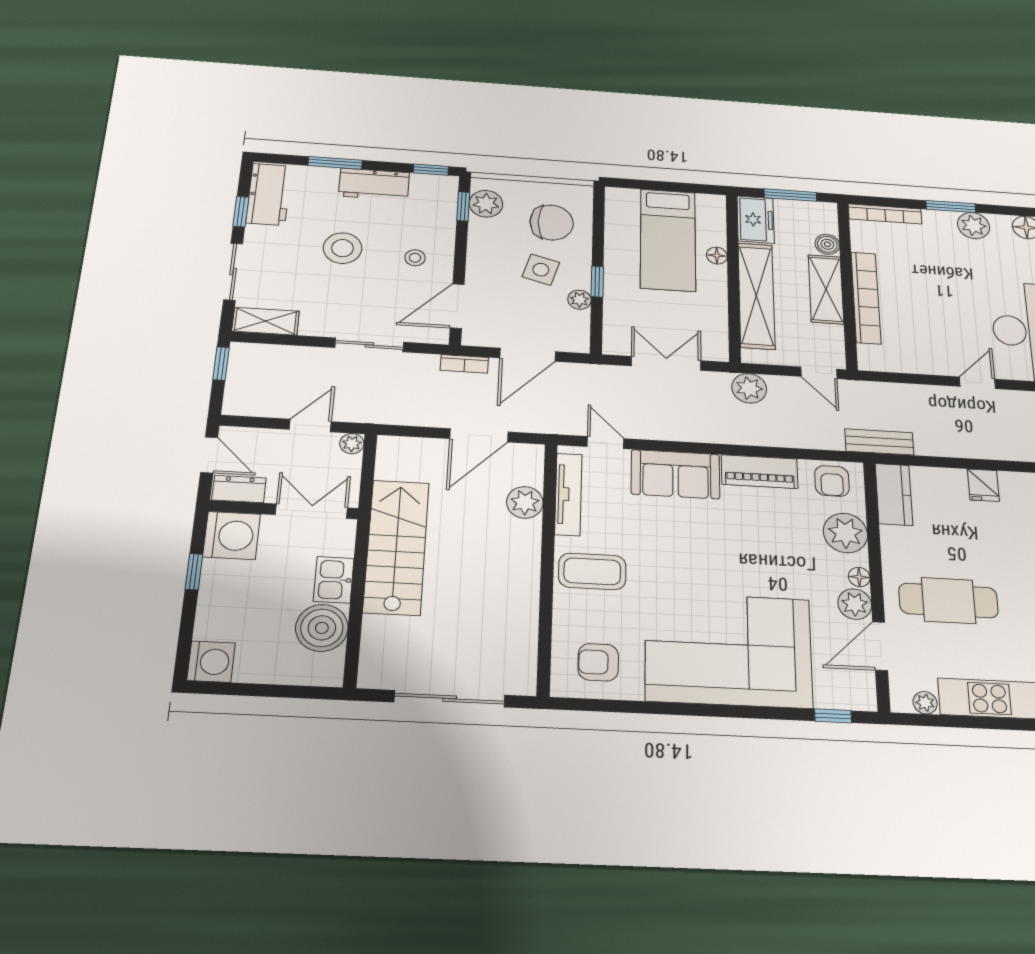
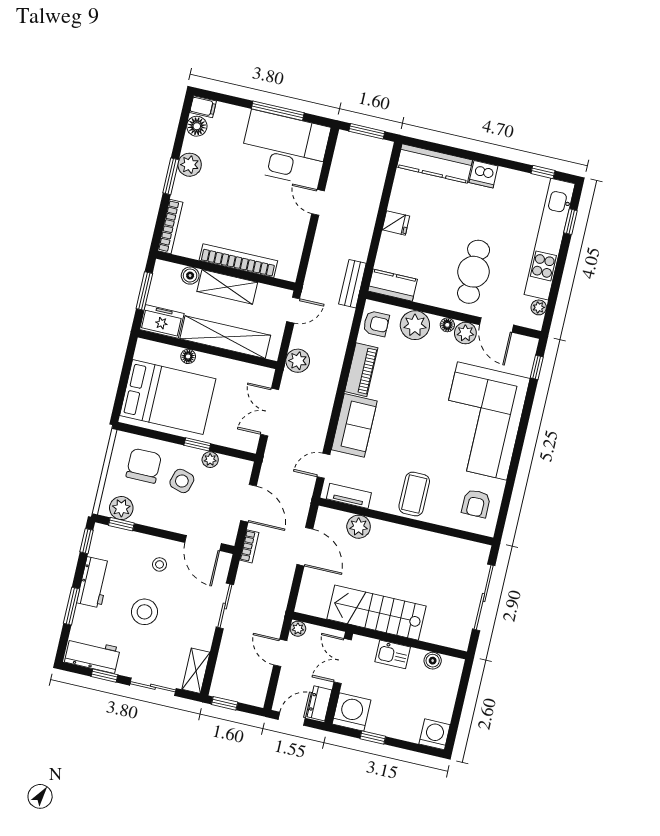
bed: (668, 240) -> (168, 397), width x1.50
tv unit: (568, 494) -> (349, 496), width x0.71
boiler: (322, 628) -> (433, 661), width x0.54, depth x0.54

